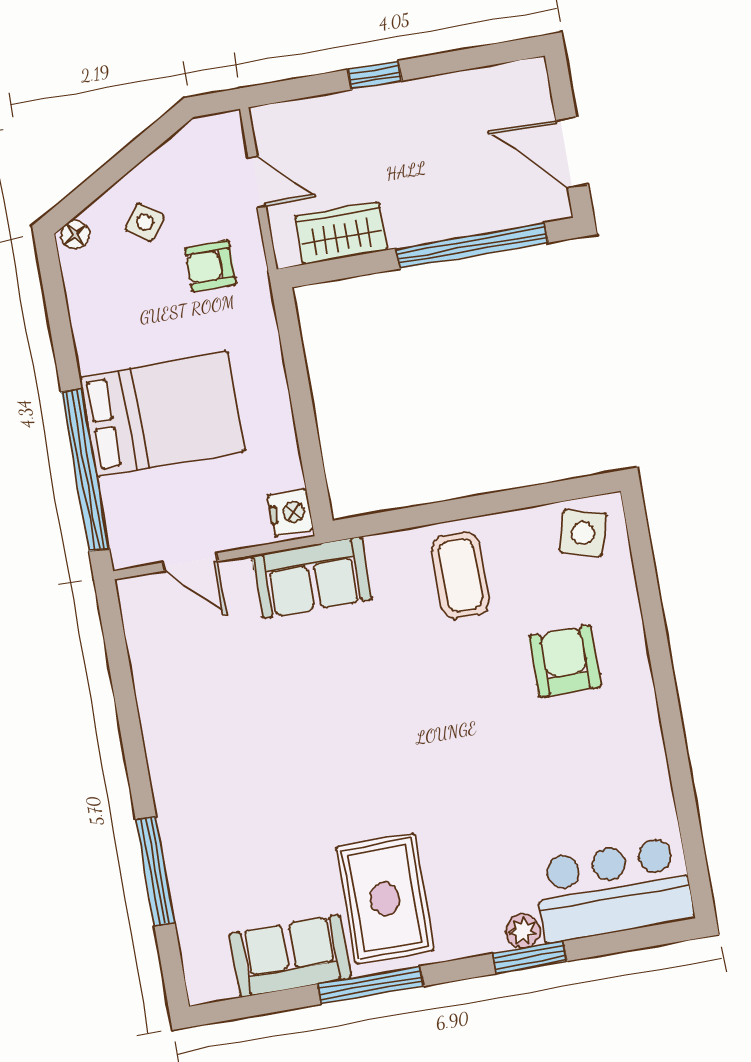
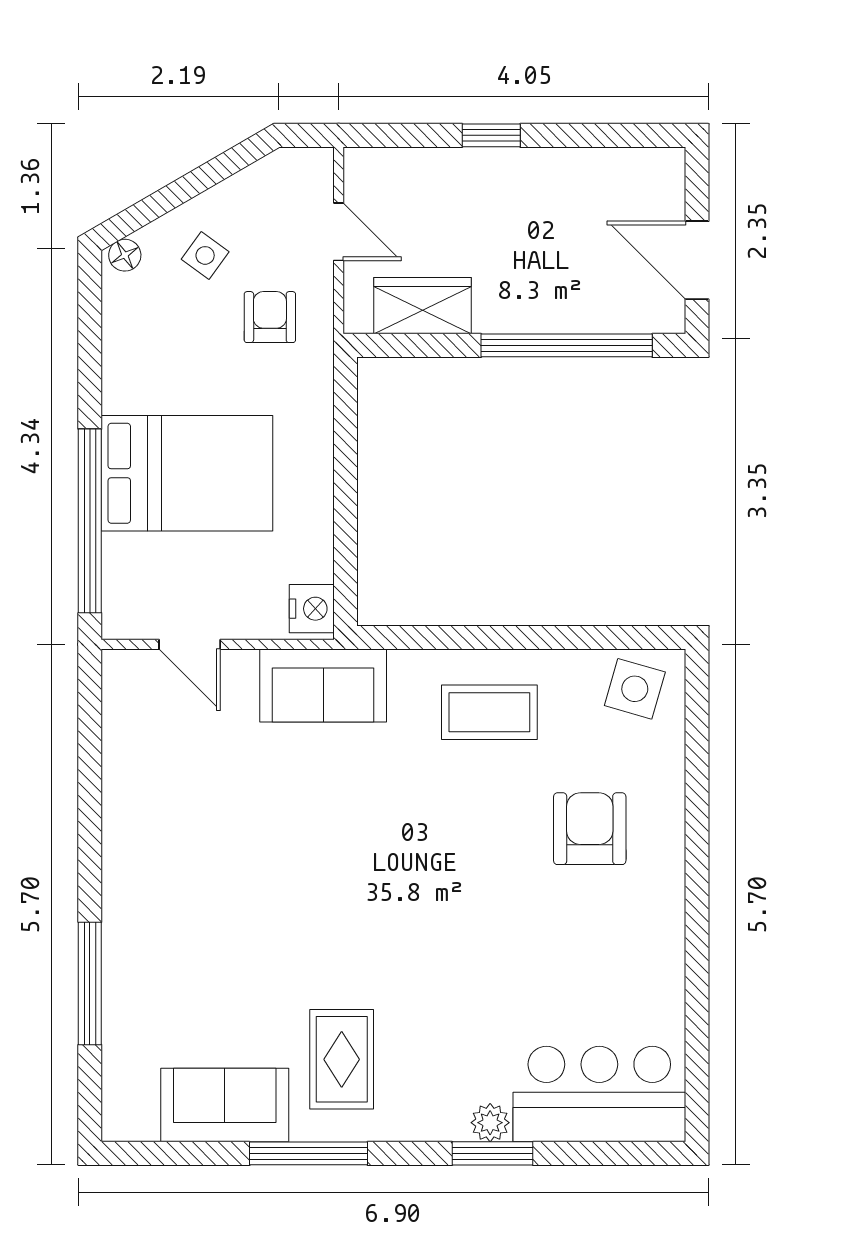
armchair: (210, 266) -> (270, 317), turned 90
coffee table: (460, 575) -> (489, 712), turned 90
rug: (385, 899) -> (342, 1059), width x0.73, depth x0.70

